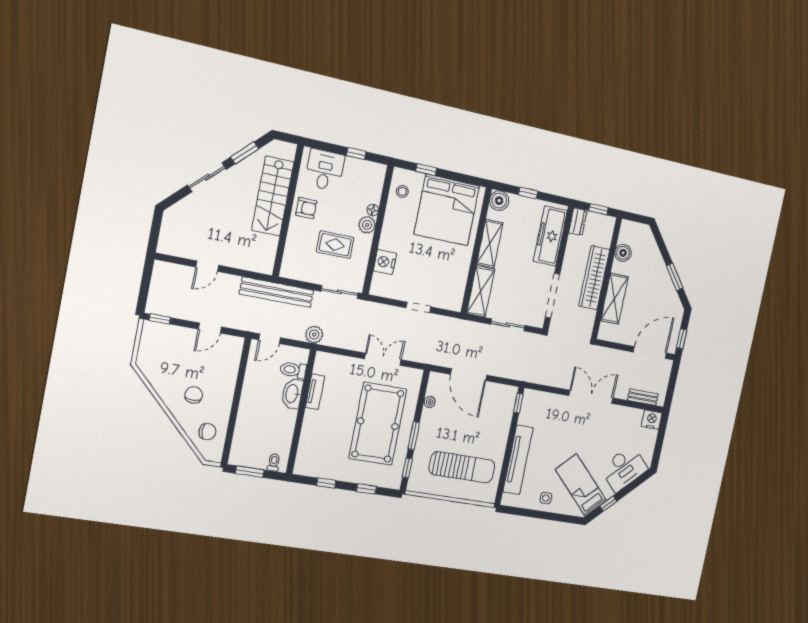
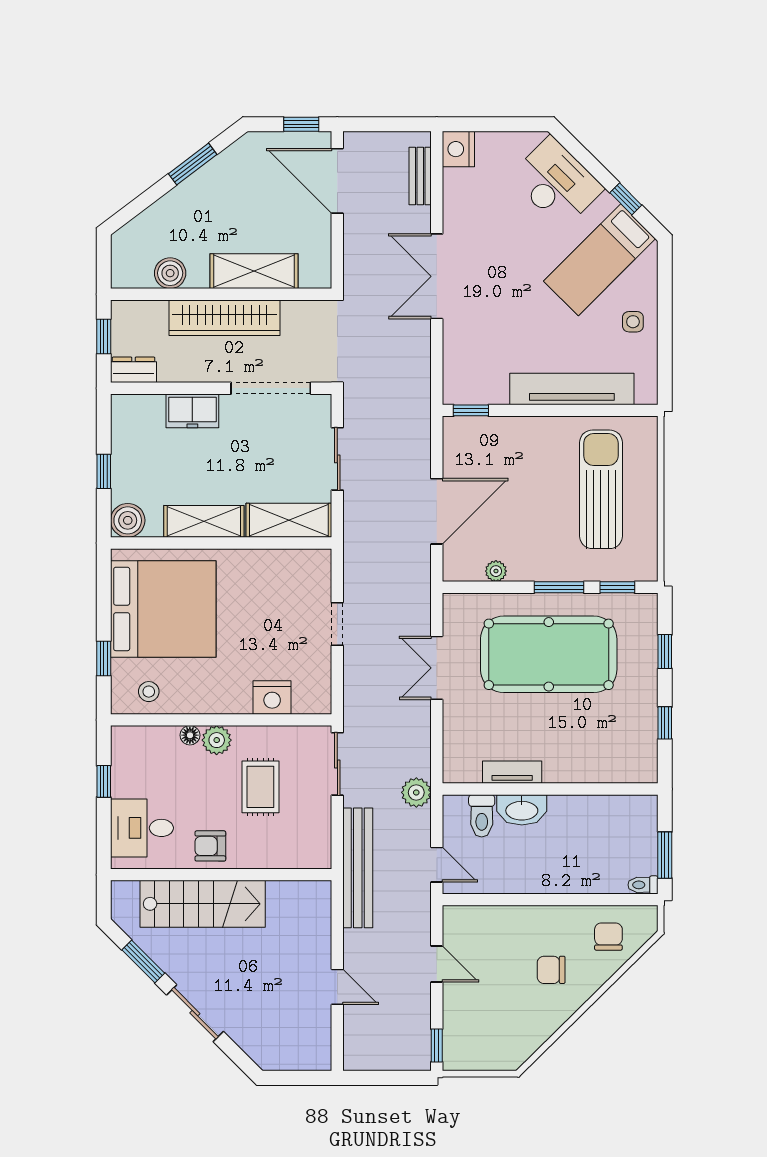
armchair: (306, 208) -> (210, 846), turned -90
freezer: (550, 236) -> (192, 411), width x0.52, depth x0.79
toilet: (274, 462) -> (643, 885), moved

